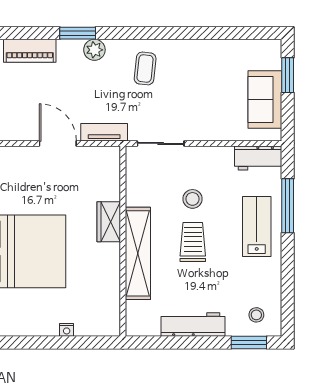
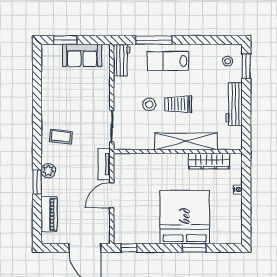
wardrobe: (109, 222) -> (209, 161), moved, width x1.50

